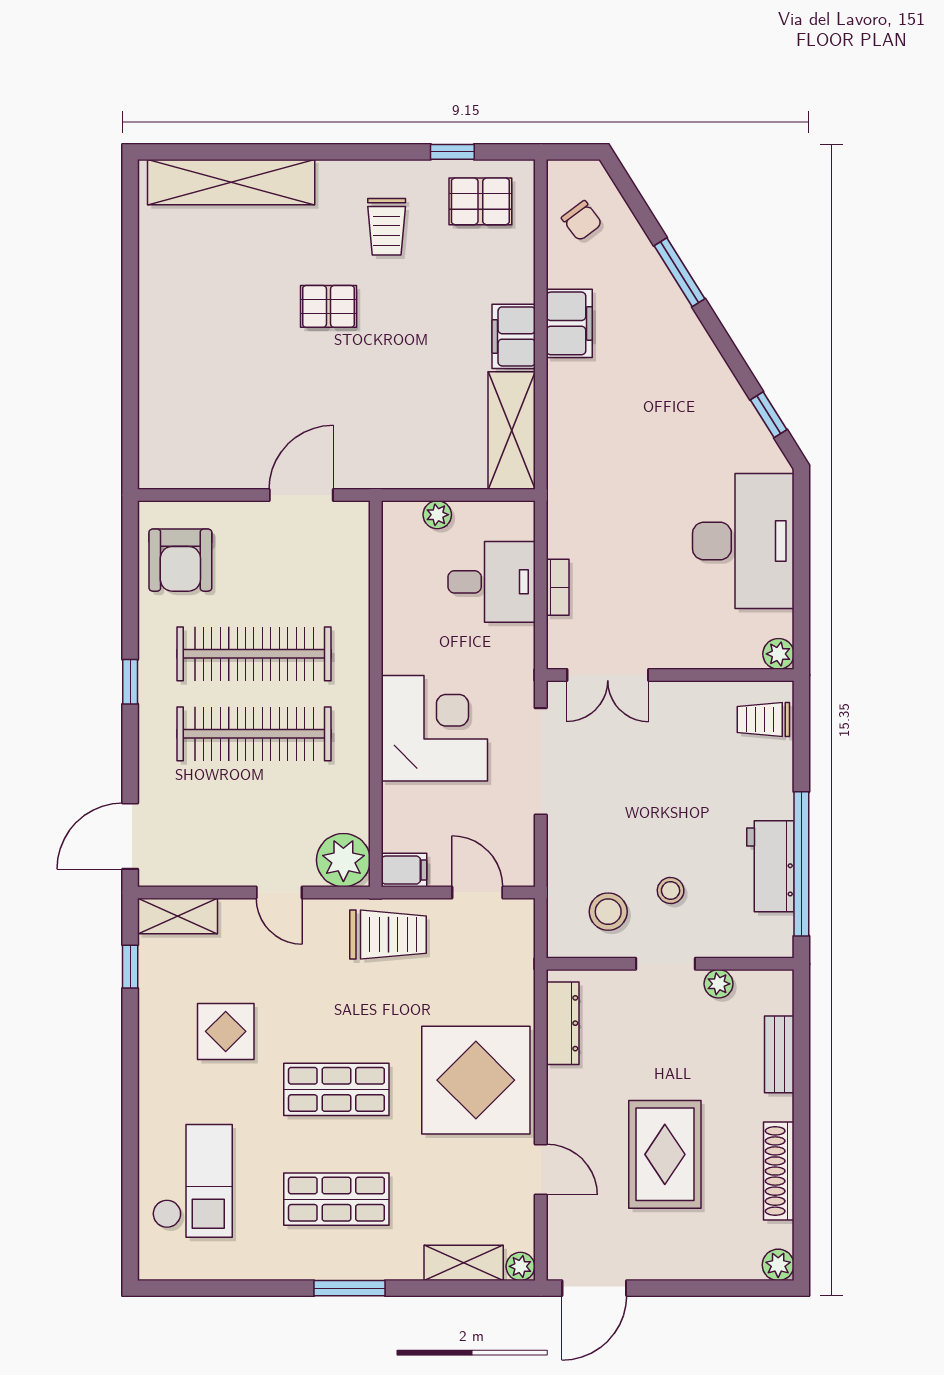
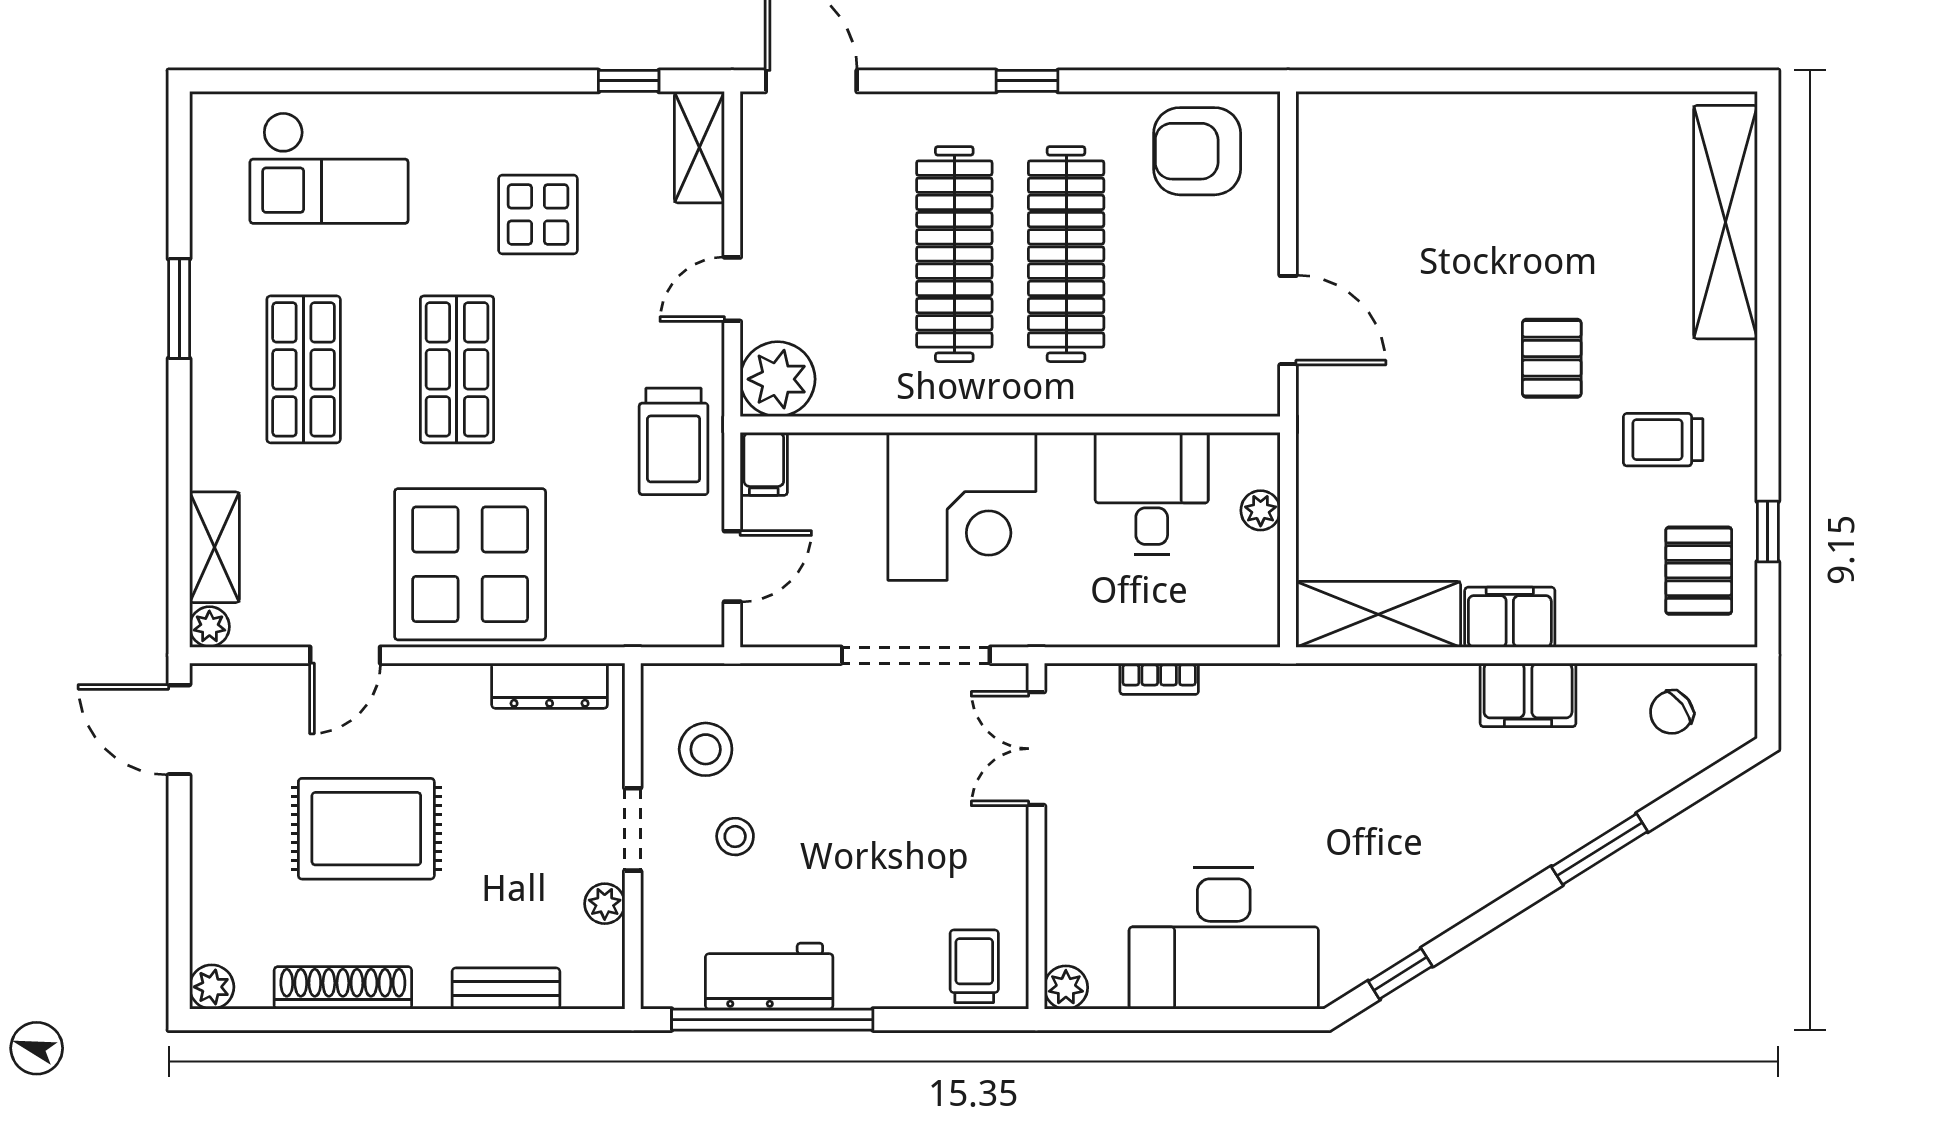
desk: (492, 582) -> (1152, 493), moved, turned 180
window: (350, 1288) -> (179, 309), moved

